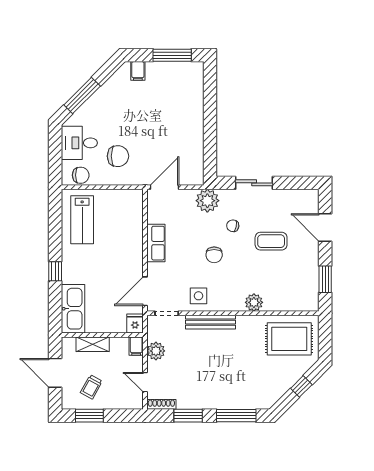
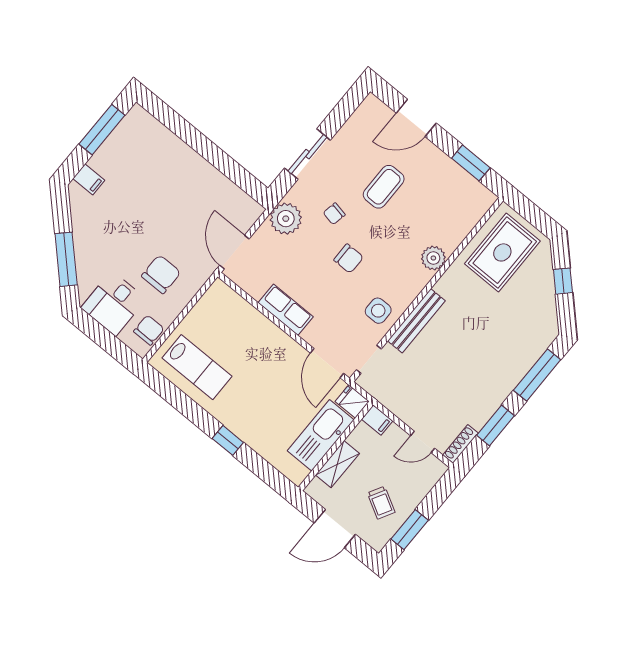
kitchen sink: (73, 309) -> (321, 435), moved, turned -90
plant: (156, 351) -> (399, 403), removed

